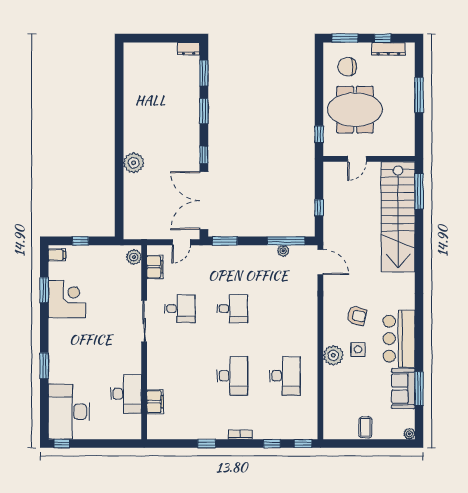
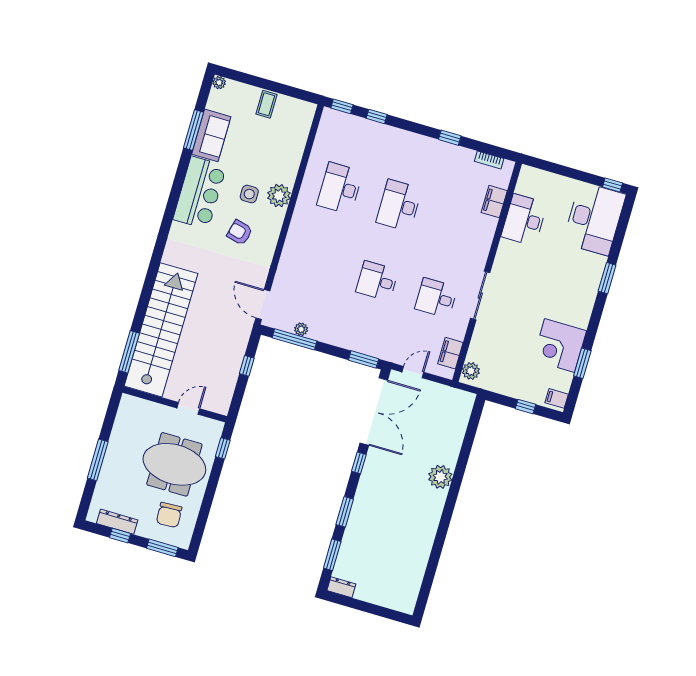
chair: (347, 67) -> (169, 515), turned 87
bookcase: (240, 435) -> (489, 160), moved

